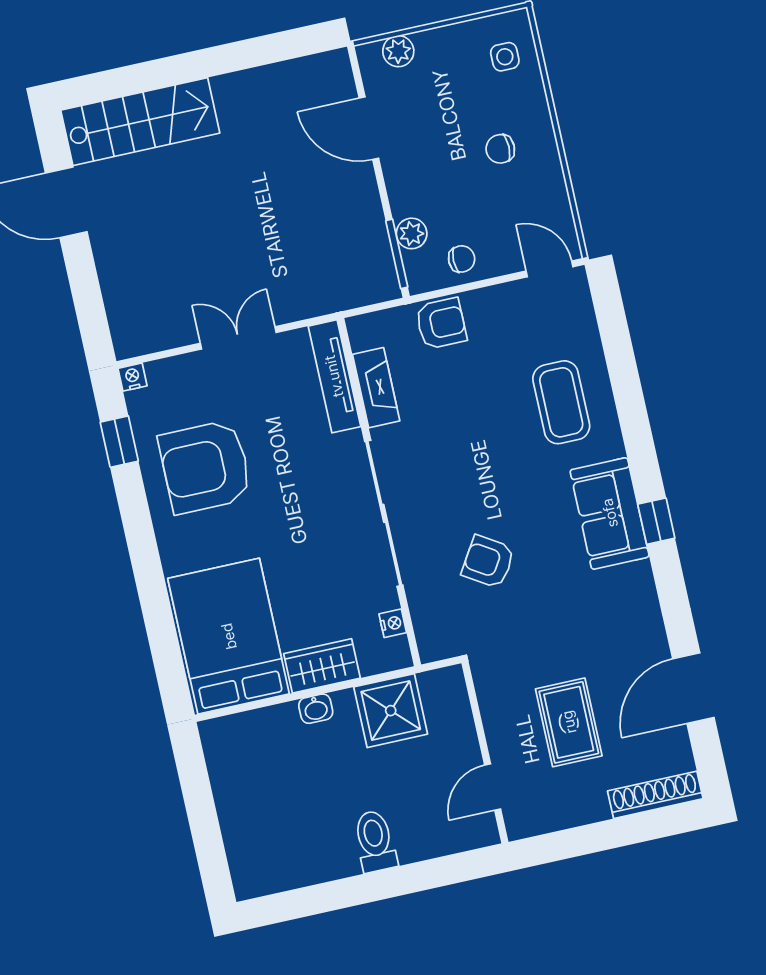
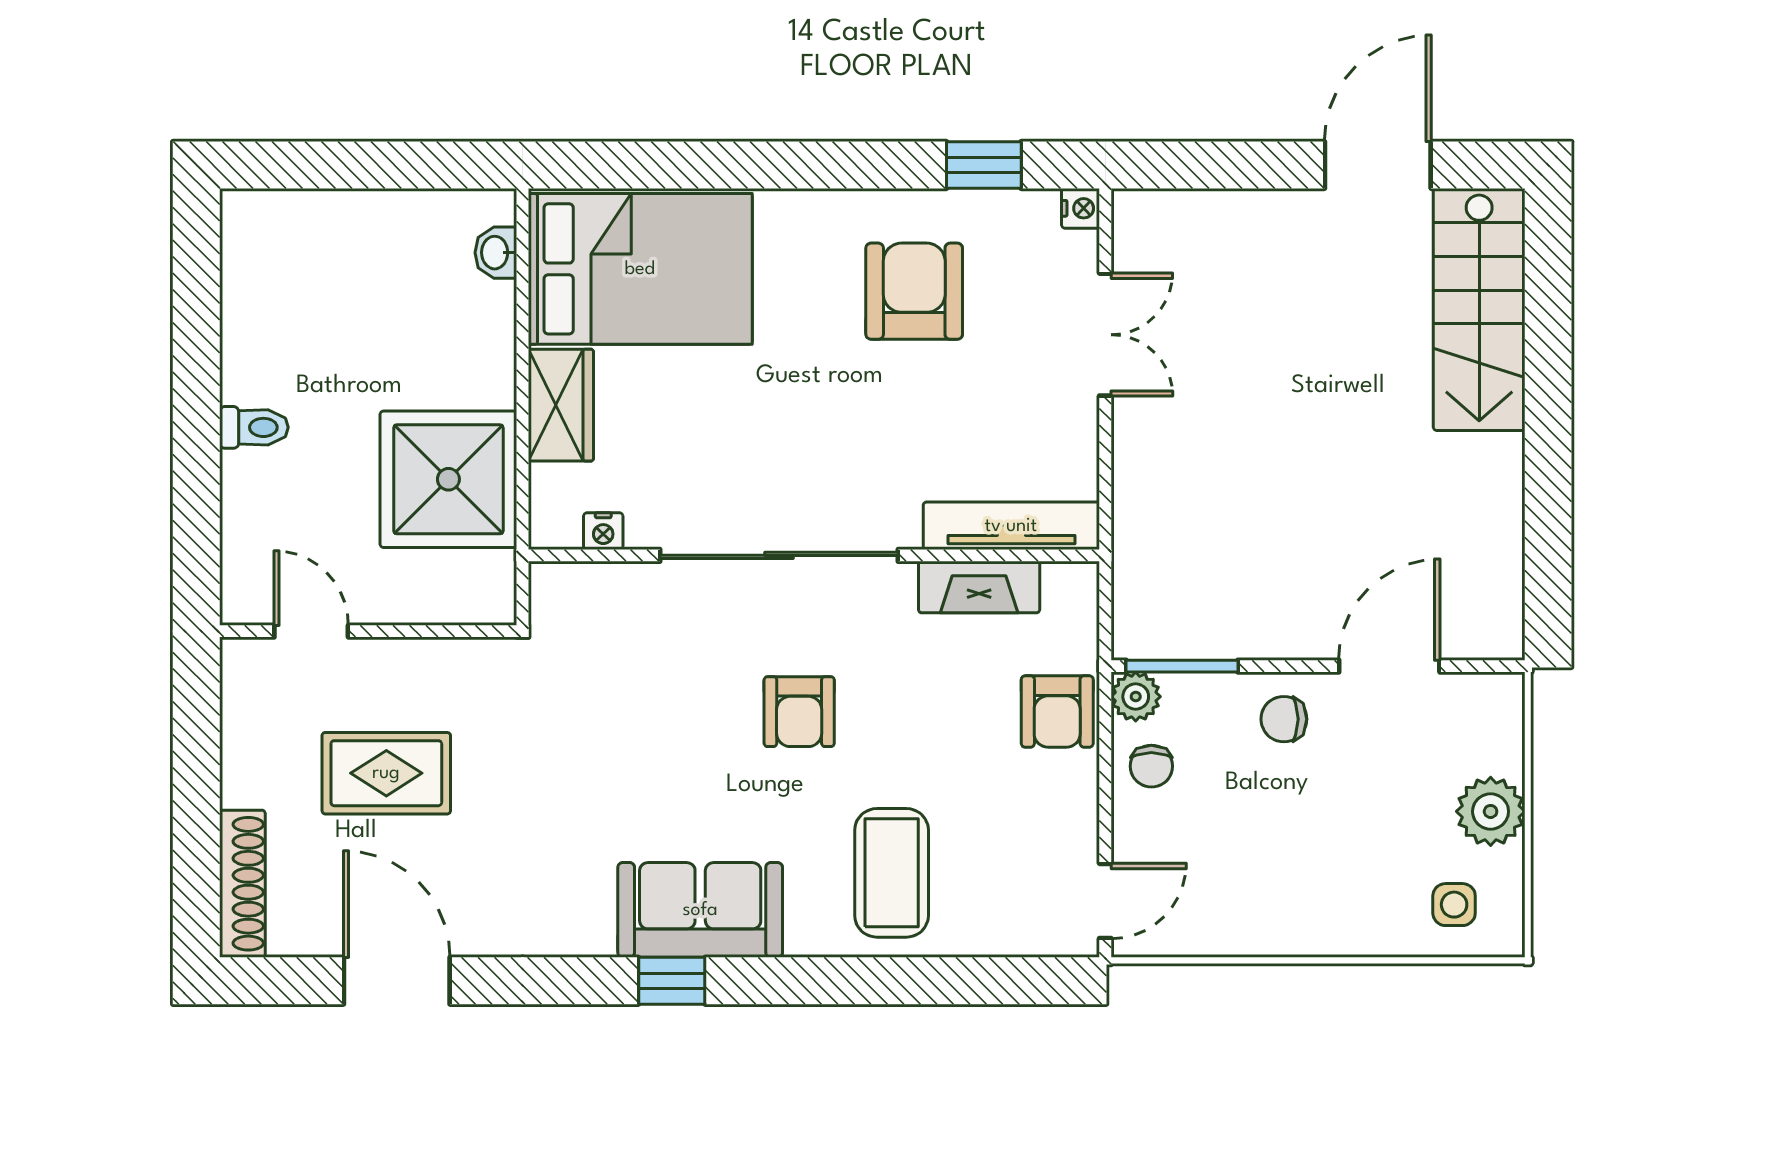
plant: (398, 51) -> (1491, 811), moved, width x1.38, depth x1.38
chair: (500, 149) -> (1284, 719), moved, turned -90
plant: (412, 233) -> (1136, 697), moved
double door: (238, 338) -> (1105, 335), moved
coffee table: (561, 402) -> (892, 873), turned 90
armchair: (205, 467) -> (914, 291), width x0.73, depth x0.73
armchair: (488, 562) -> (799, 712), moved, turned 148
washbasin: (316, 709) -> (496, 253), moved
shower: (391, 711) -> (448, 479), width x1.37, depth x1.37
toilet: (375, 841) -> (254, 427), width x0.73, depth x0.72

